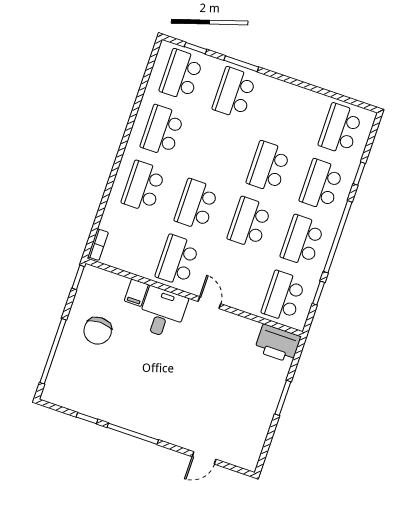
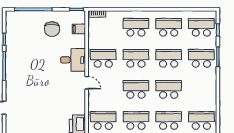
school desk: (215, 149) -> (169, 58), added
filing cabinet: (136, 293) -> (79, 29), moved
door: (209, 303) -> (87, 83), hinge flipped
chair: (98, 331) -> (52, 29), turned -90

